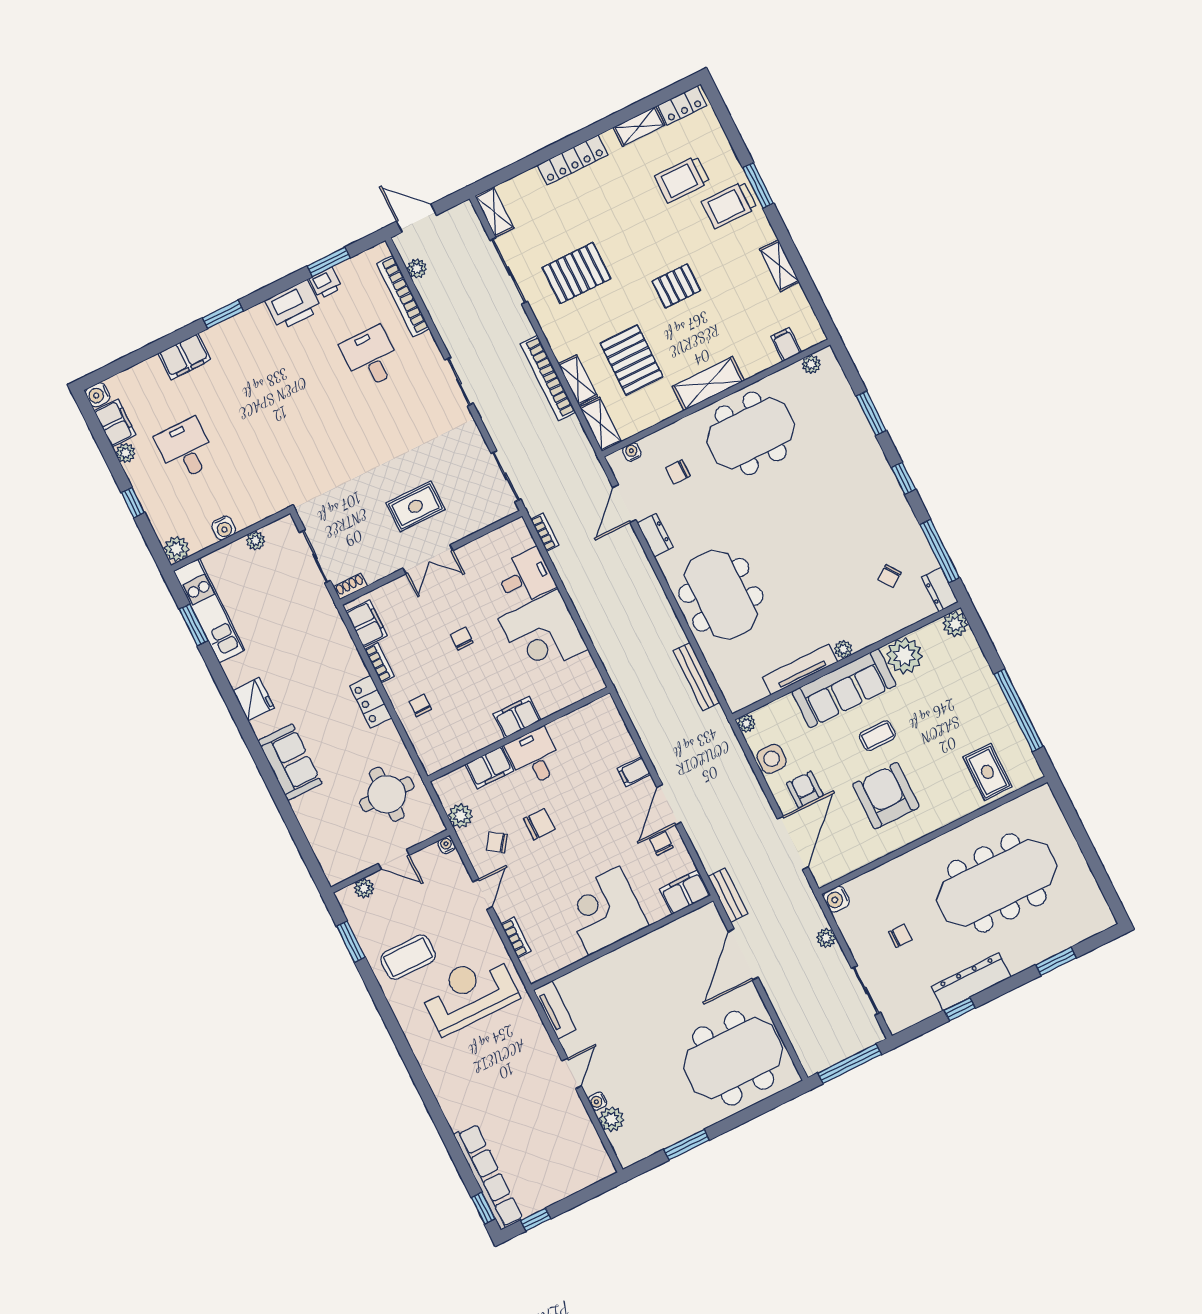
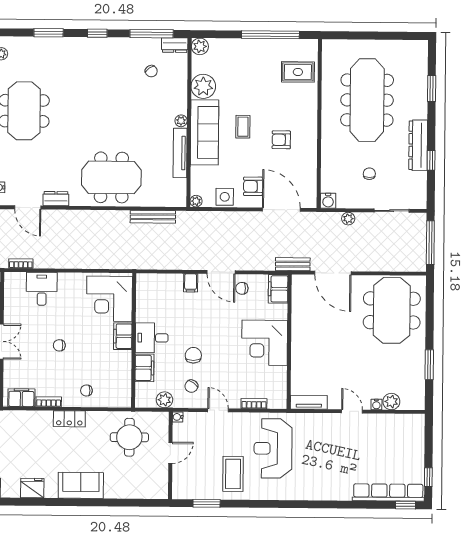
chair: (678, 472) -> (25, 166), removed
corner desk: (543, 634) -> (109, 299), moved, turned 90
armchair: (886, 796) -> (281, 140), width x0.53, depth x0.53
plant: (364, 888) -> (179, 479), removed

